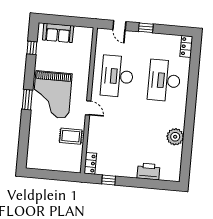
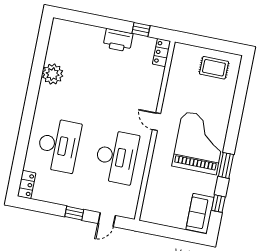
door: (119, 25) -> (107, 220), swing flipped
sofa: (58, 33) -> (200, 213), moved, turned -90
window: (27, 100) -> (226, 165), moved
rug: (71, 136) -> (214, 68), moved
printer: (148, 171) -> (118, 40), moved

